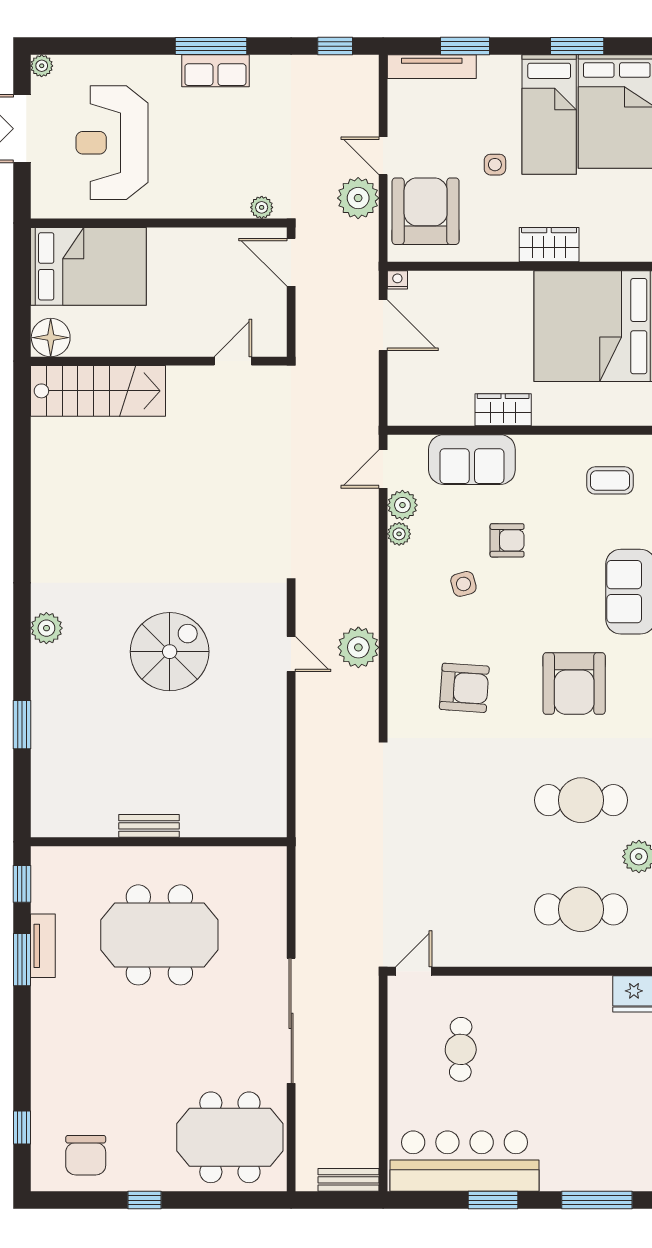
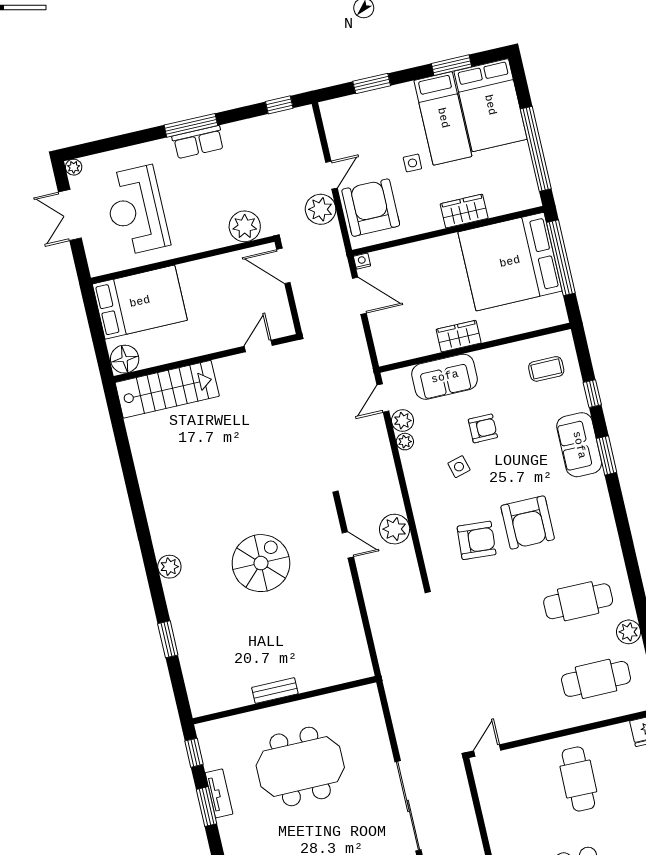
tv unit: (432, 67) -> (351, 104), removed
door: (383, 156) -> (331, 175), swing flipped
plant: (262, 207) -> (245, 226), width x1.87, depth x1.87
armchair: (574, 684) -> (528, 523), moved
cafe table: (461, 1049) -> (578, 779), moved, width x1.37, depth x1.35

